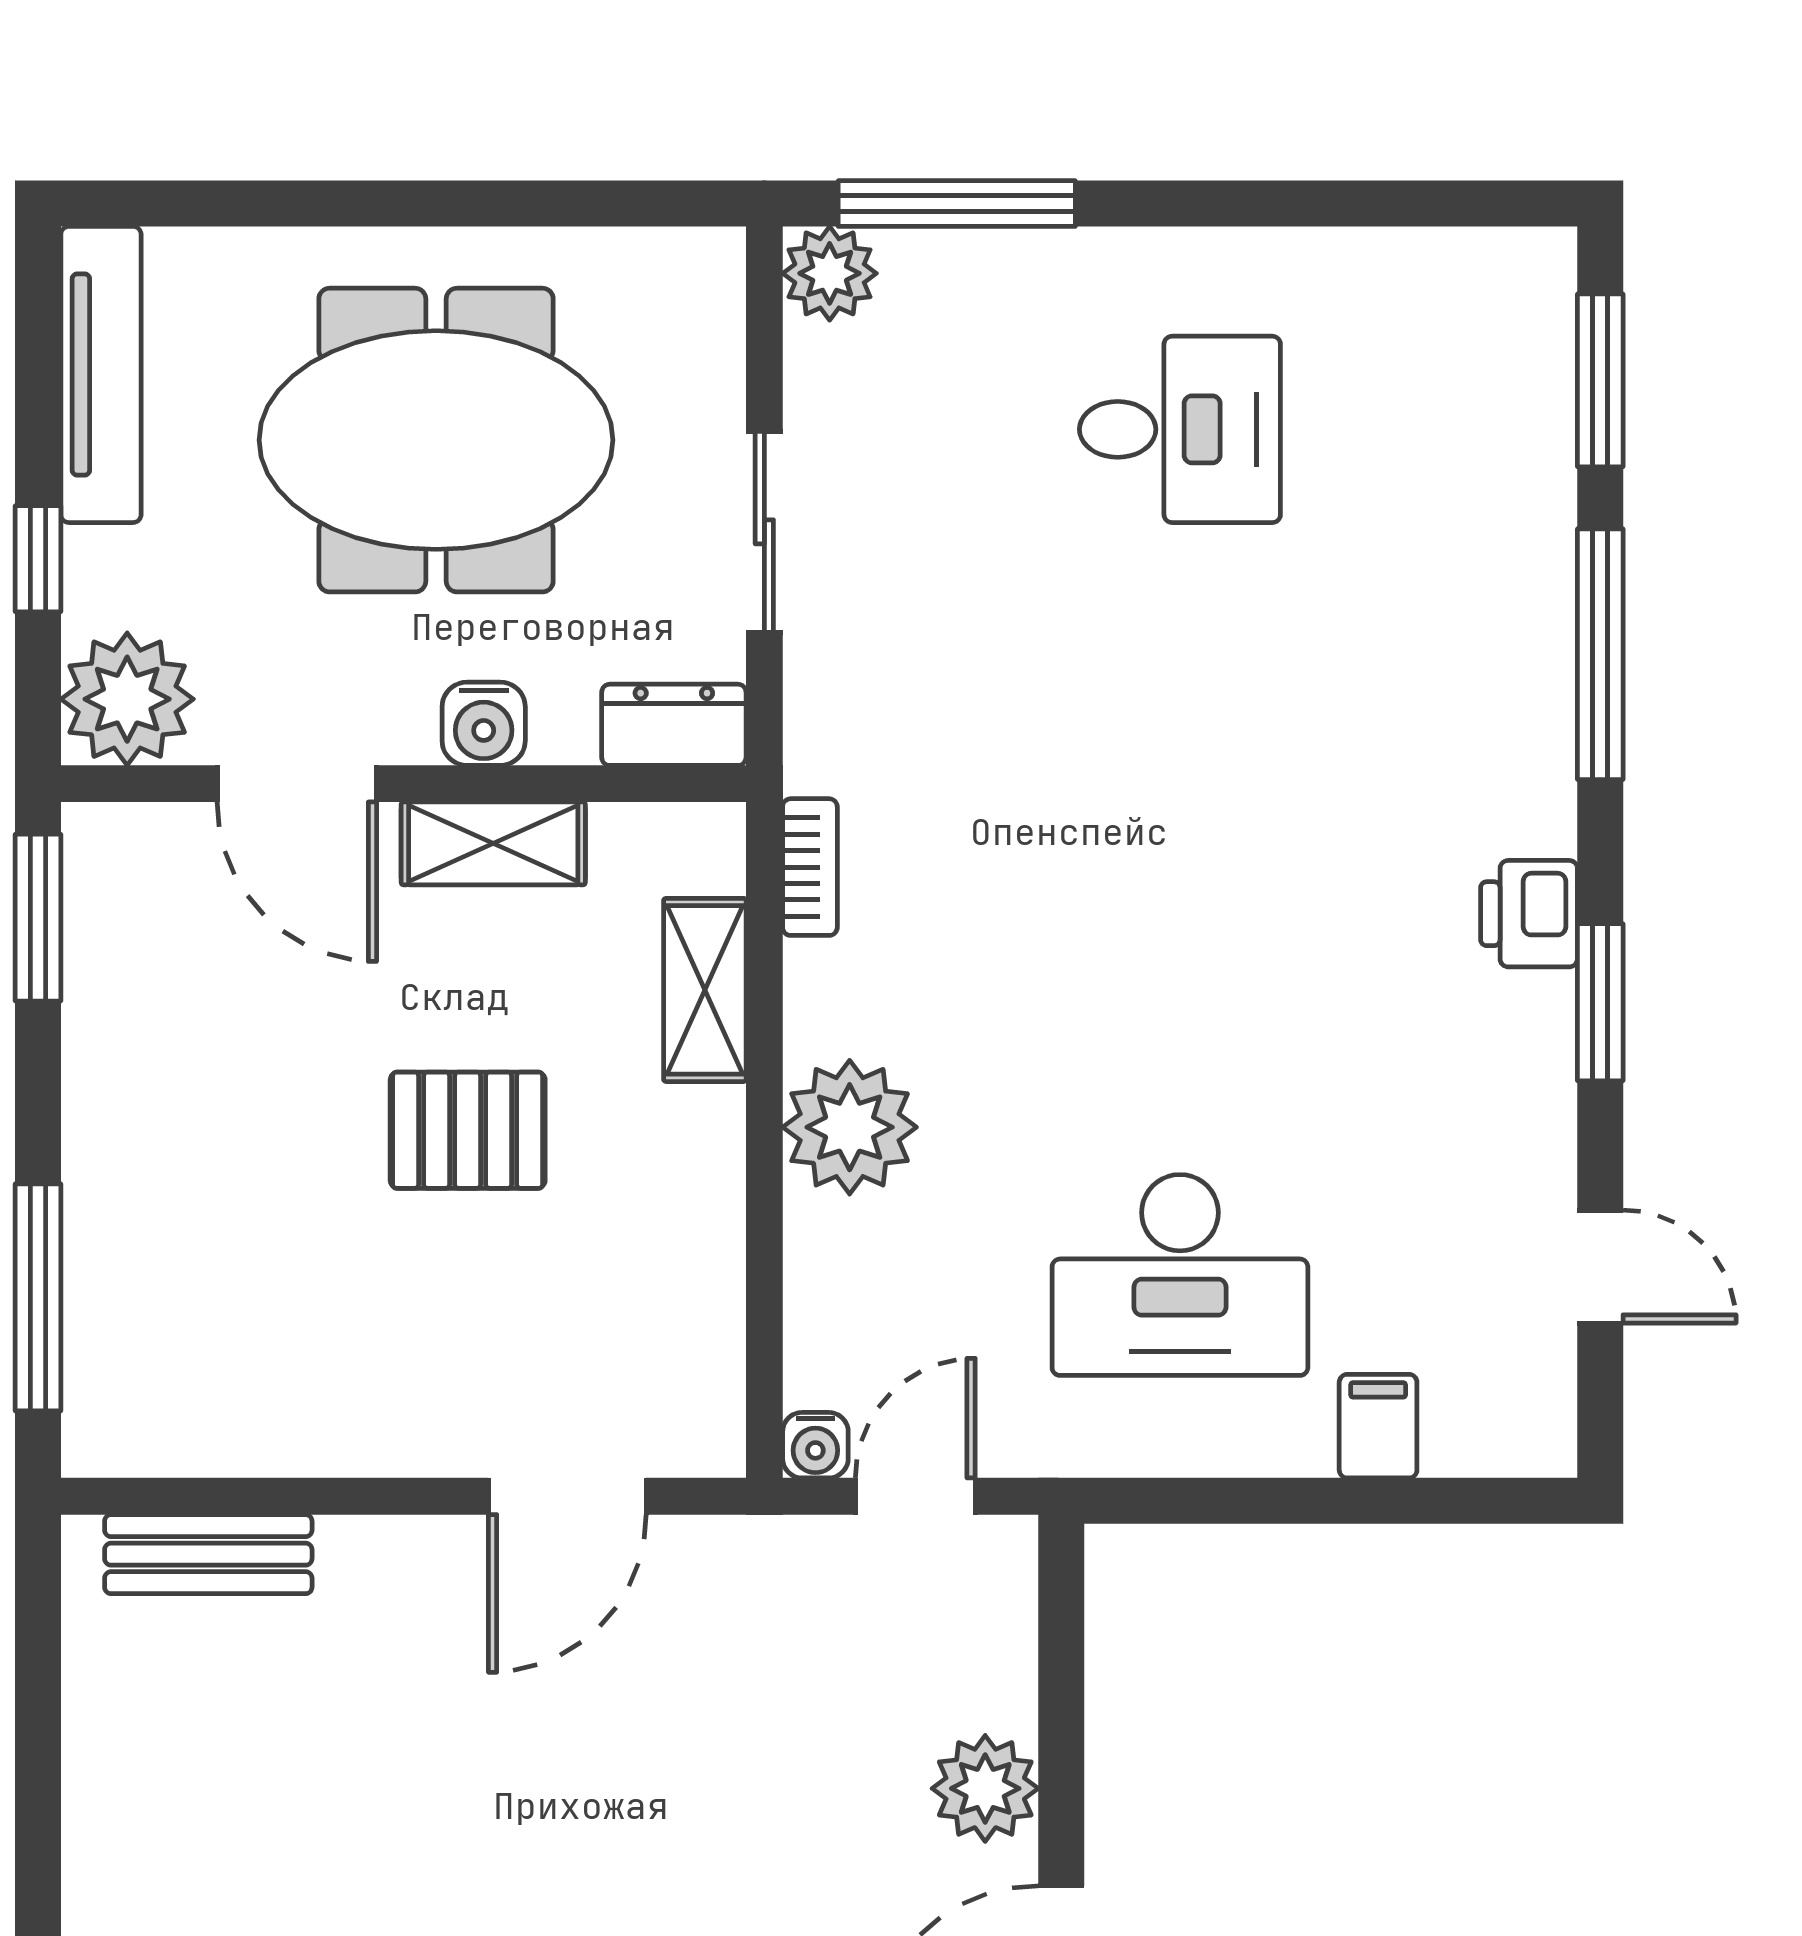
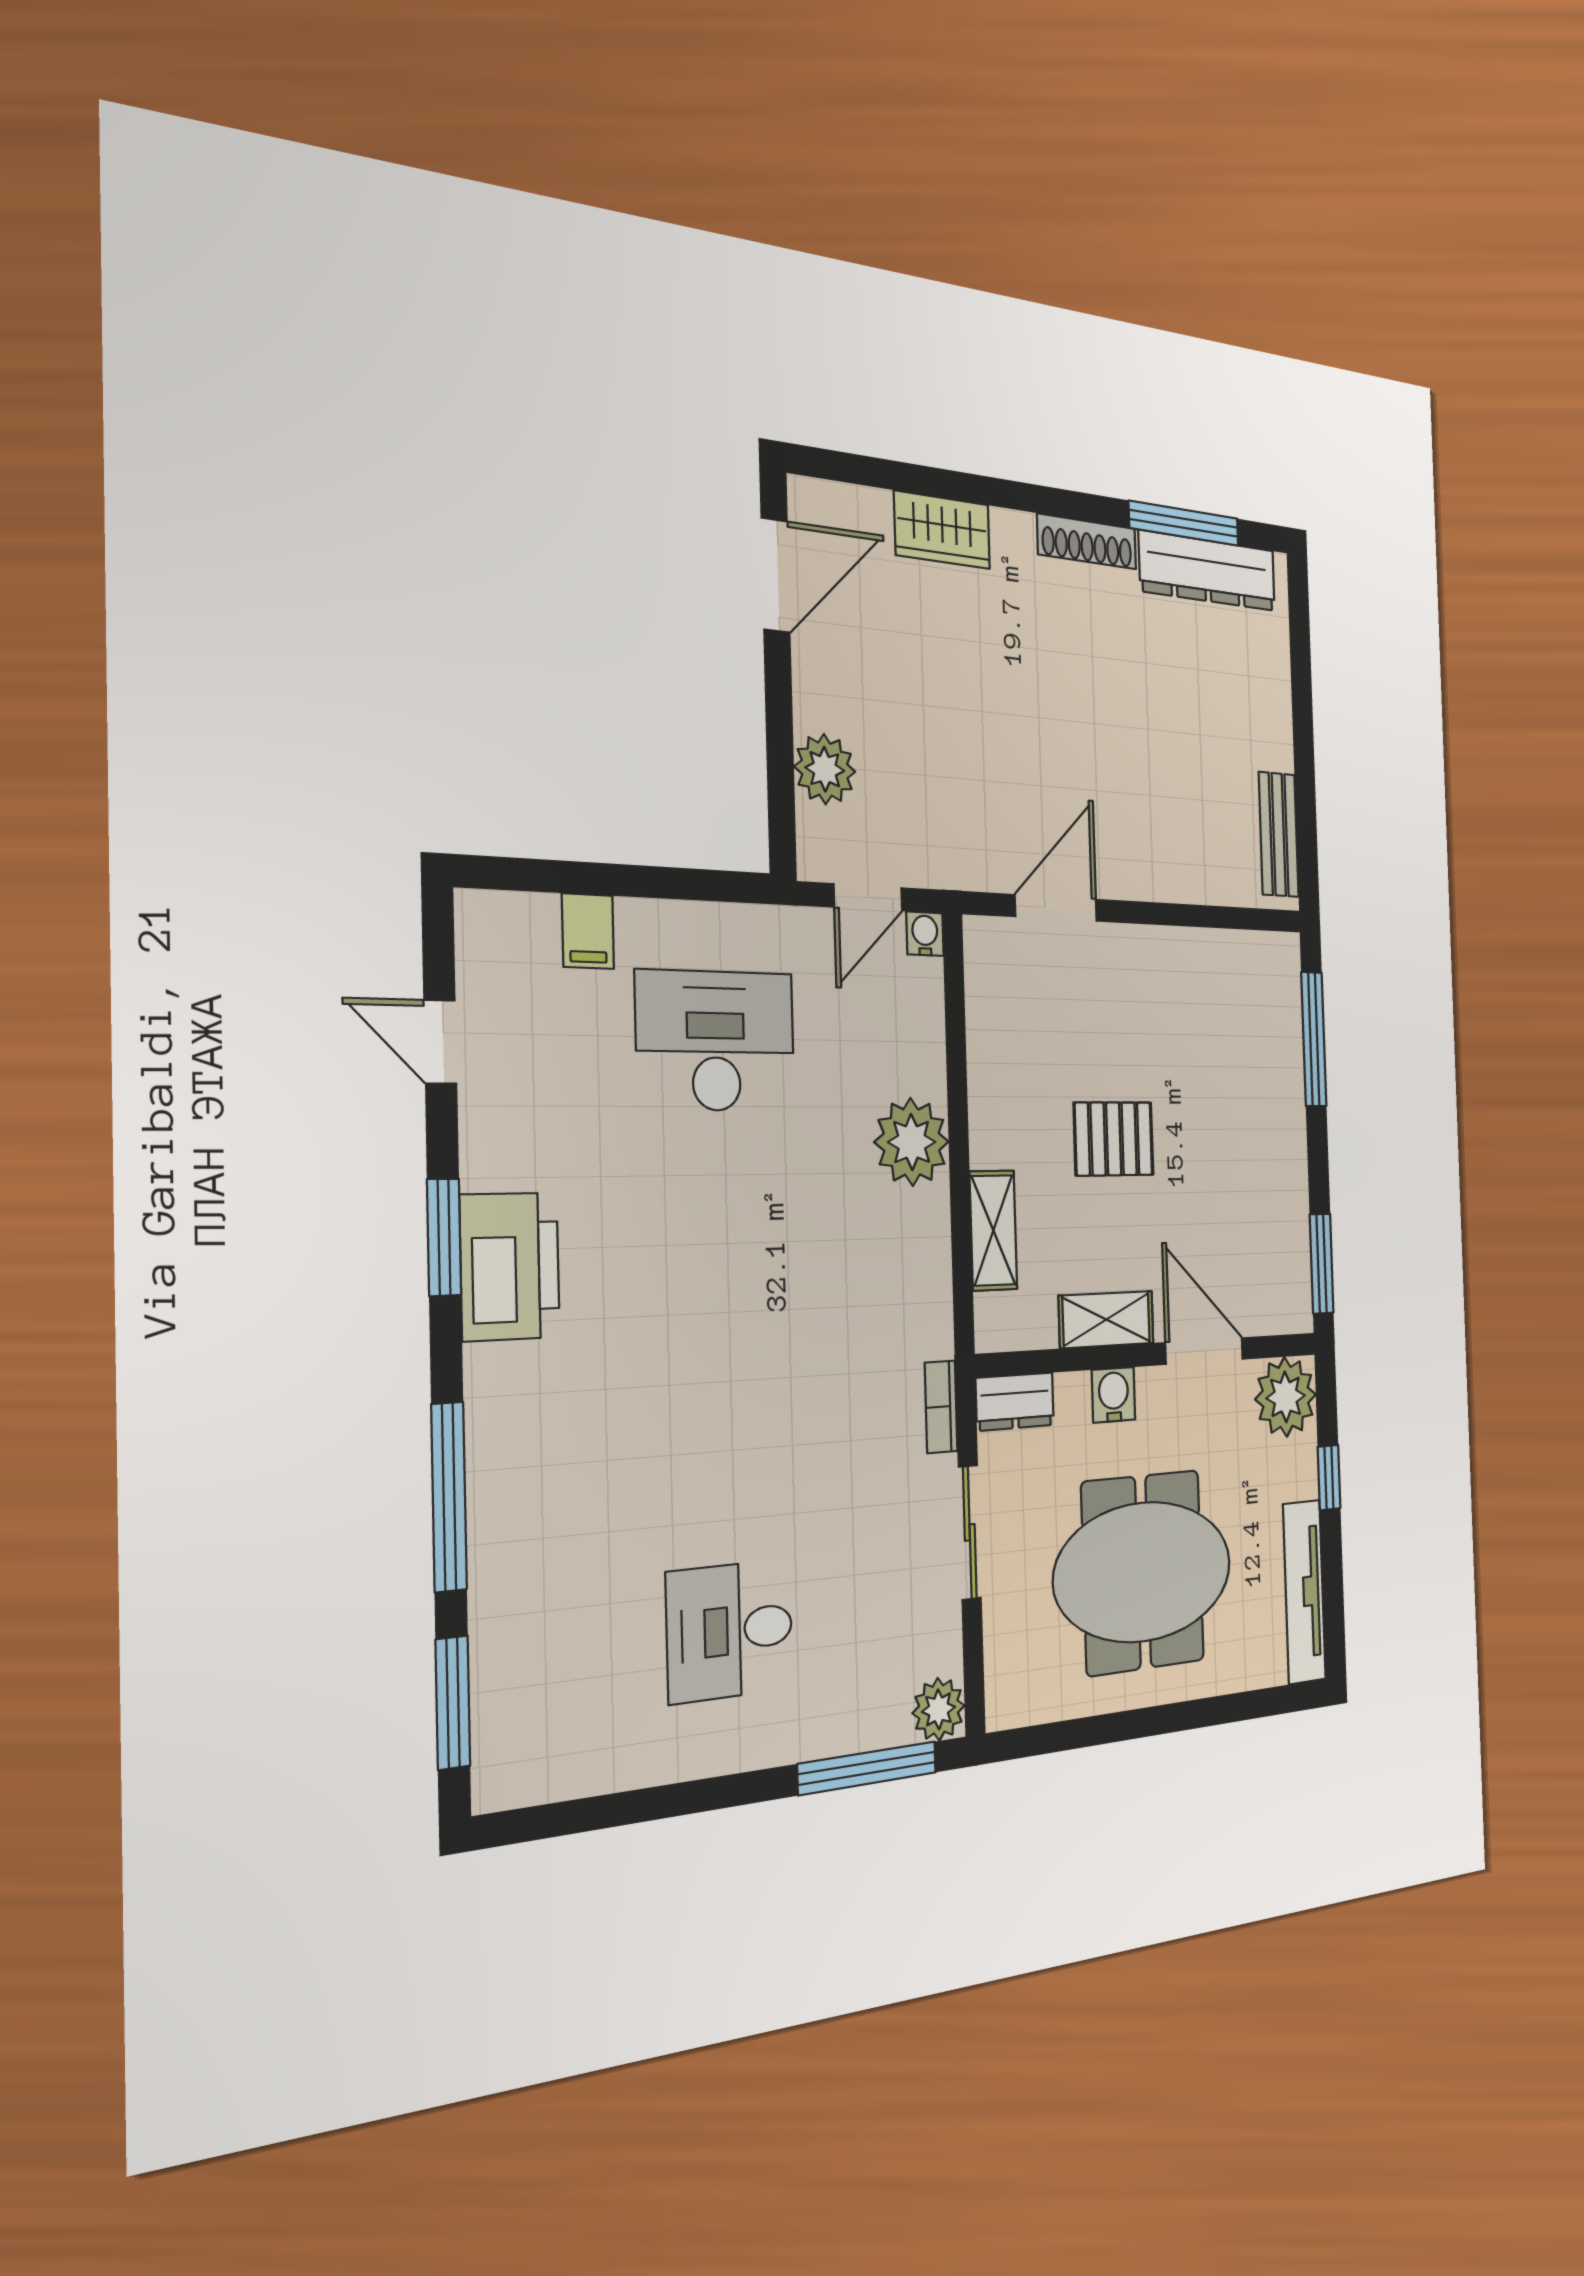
bookcase: (810, 867) -> (941, 1407), moved
printer: (1529, 914) -> (510, 1266), width x1.87, depth x1.48
bench: (208, 1554) -> (1279, 834), moved, turned 90
plant: (985, 1788) -> (825, 769), moved

